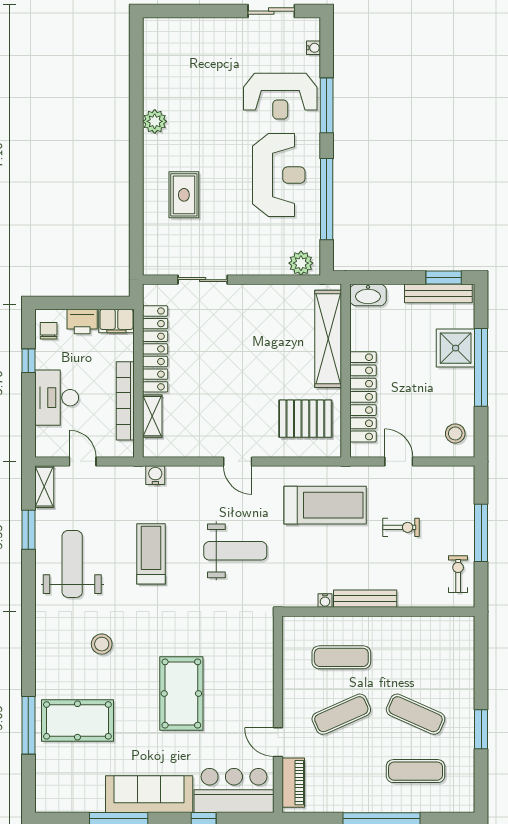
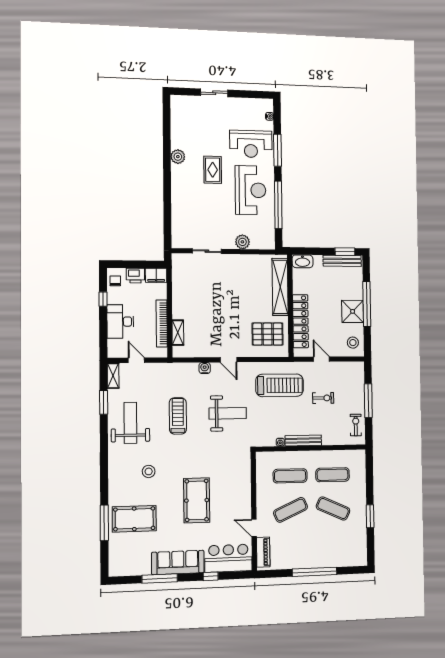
sliding door: (271, 11) -> (214, 93), moved
rug: (184, 195) -> (213, 170), moved
plant: (301, 263) -> (242, 242), moved
shower: (456, 348) -> (353, 311), moved
locker: (155, 349) -> (179, 292), removed
water cooler: (155, 475) -> (205, 368), moved
exercise mat: (416, 771) -> (333, 475), moved

